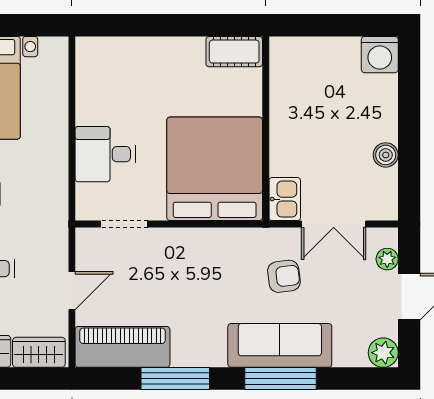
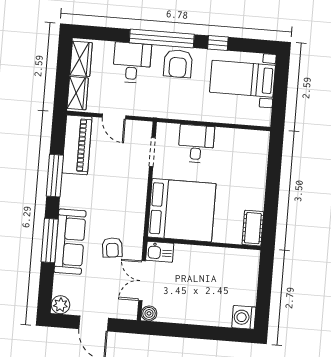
boiler: (386, 155) -> (149, 313), moved
plant: (387, 259) -> (118, 312), removed

